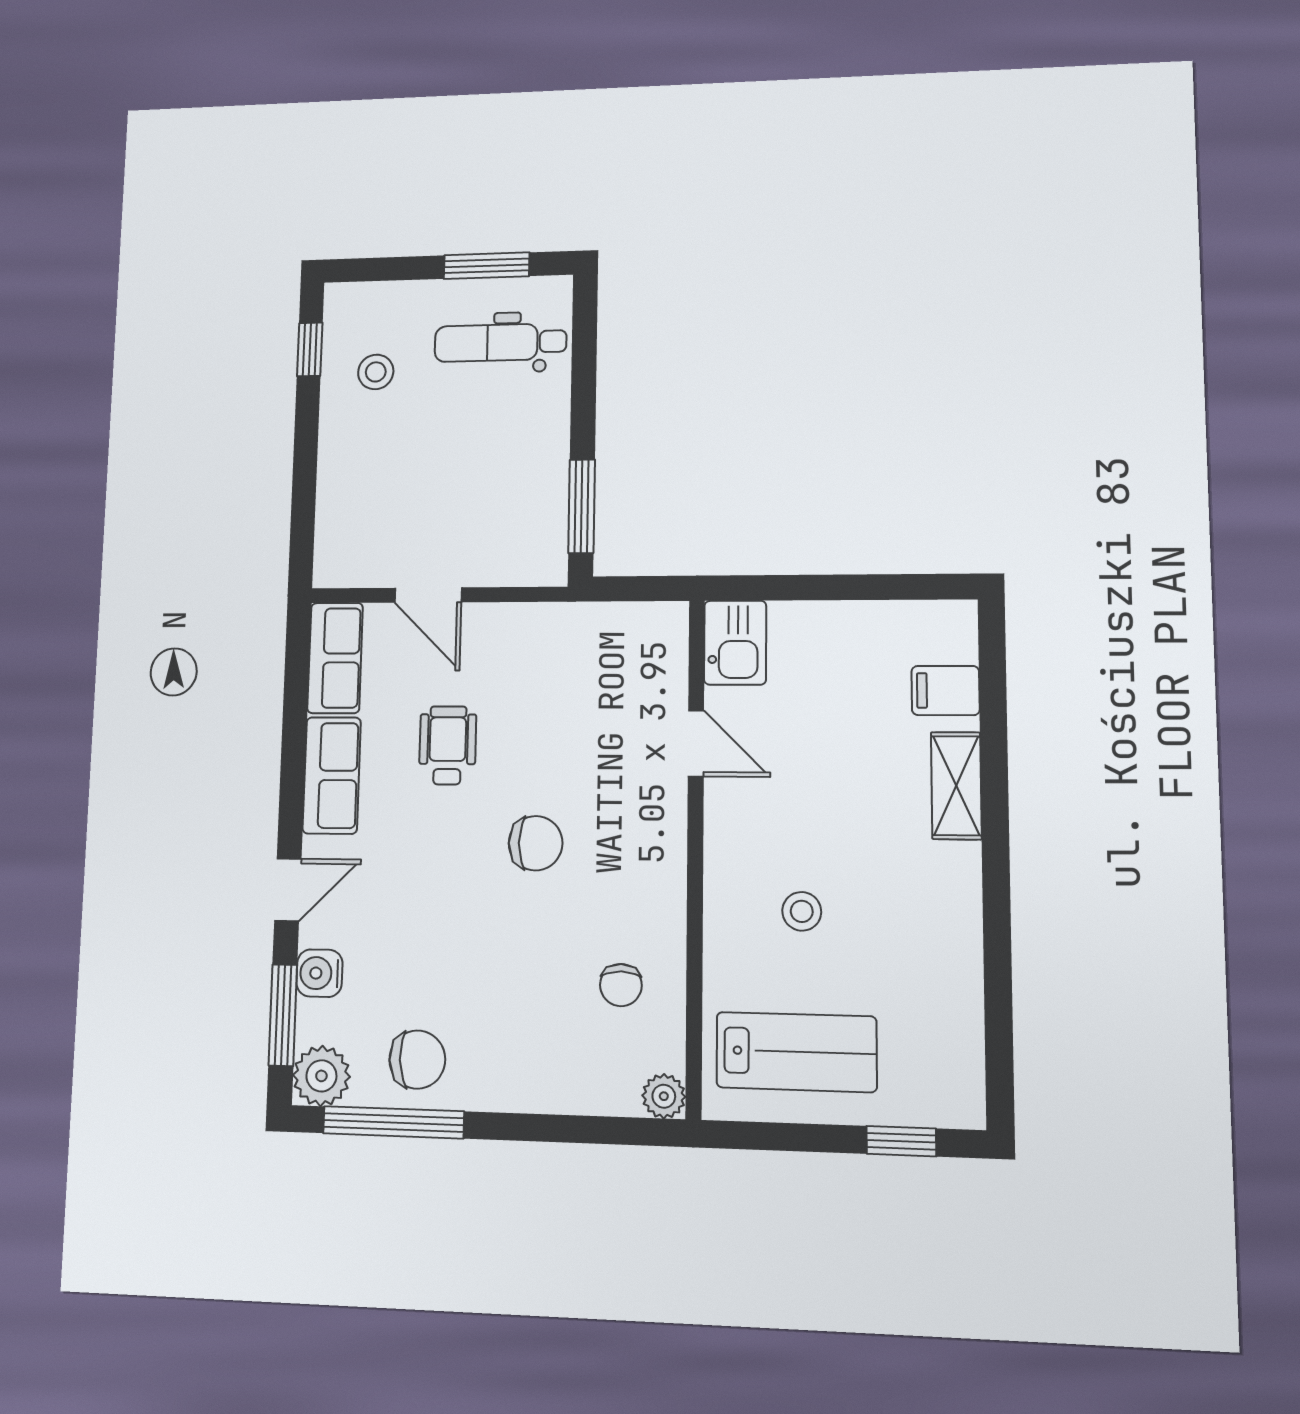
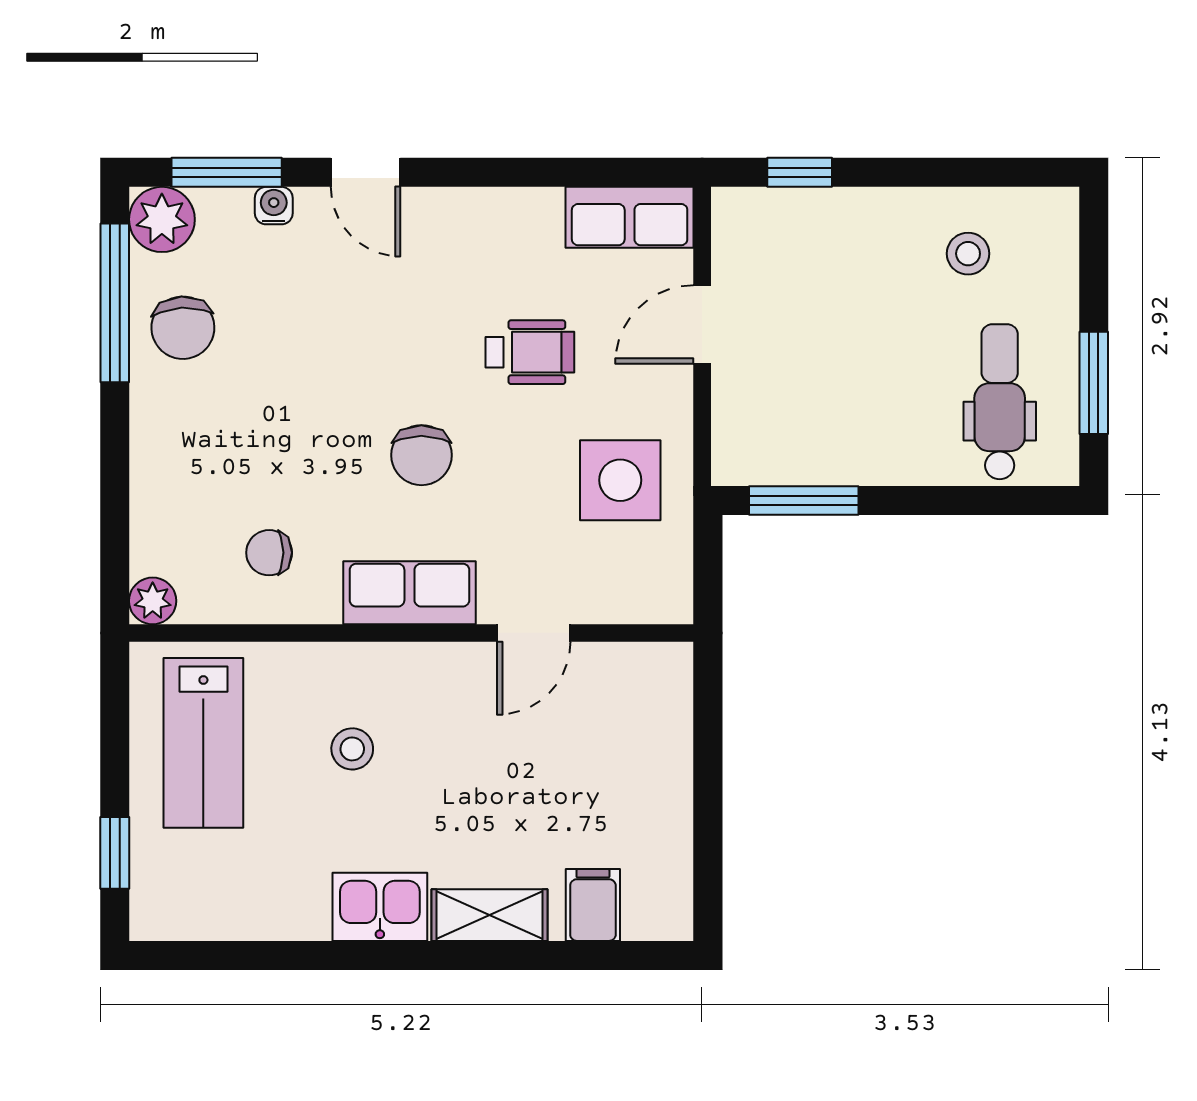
window: (310, 349) -> (800, 172), moved
kitchen sink: (735, 643) -> (380, 907), moved, turned 180
side table: (561, 666) -> (620, 480), added
row of seats: (332, 775) -> (409, 593), moved, turned 180
water cooler: (319, 973) -> (274, 206), width x0.72, depth x0.72

